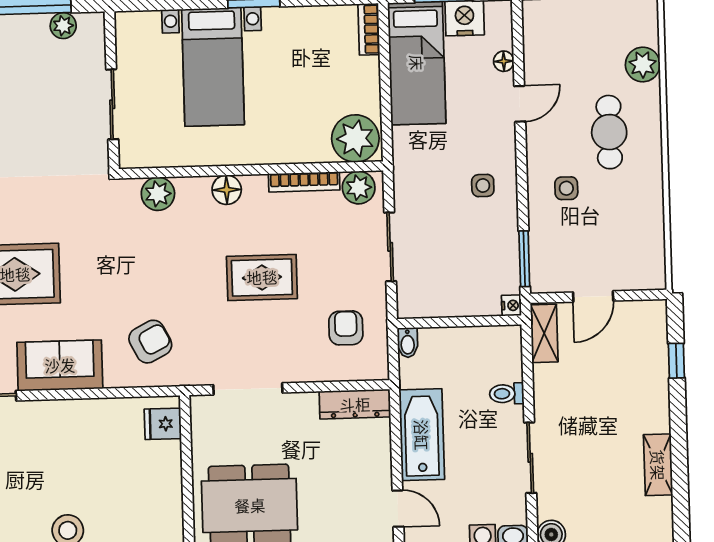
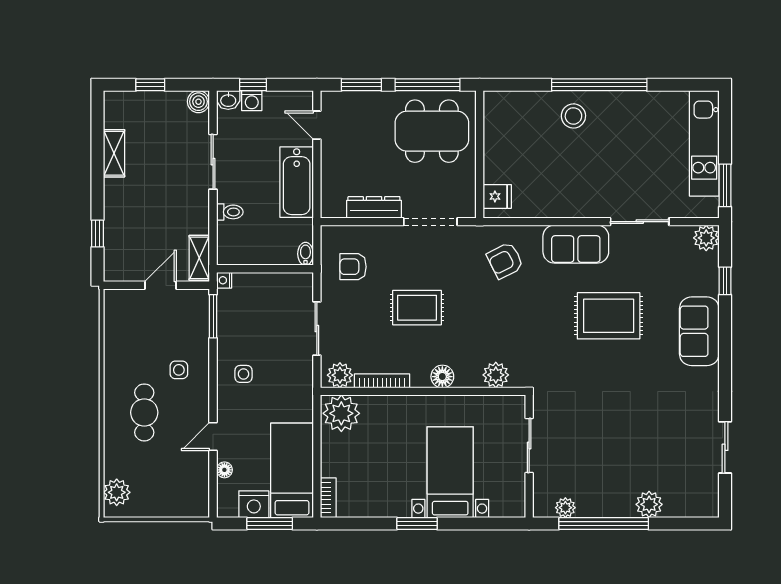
plant: (643, 65) -> (117, 492), moved
armchair: (346, 328) -> (353, 267), turned 90
dresser: (355, 404) -> (374, 207), moved

